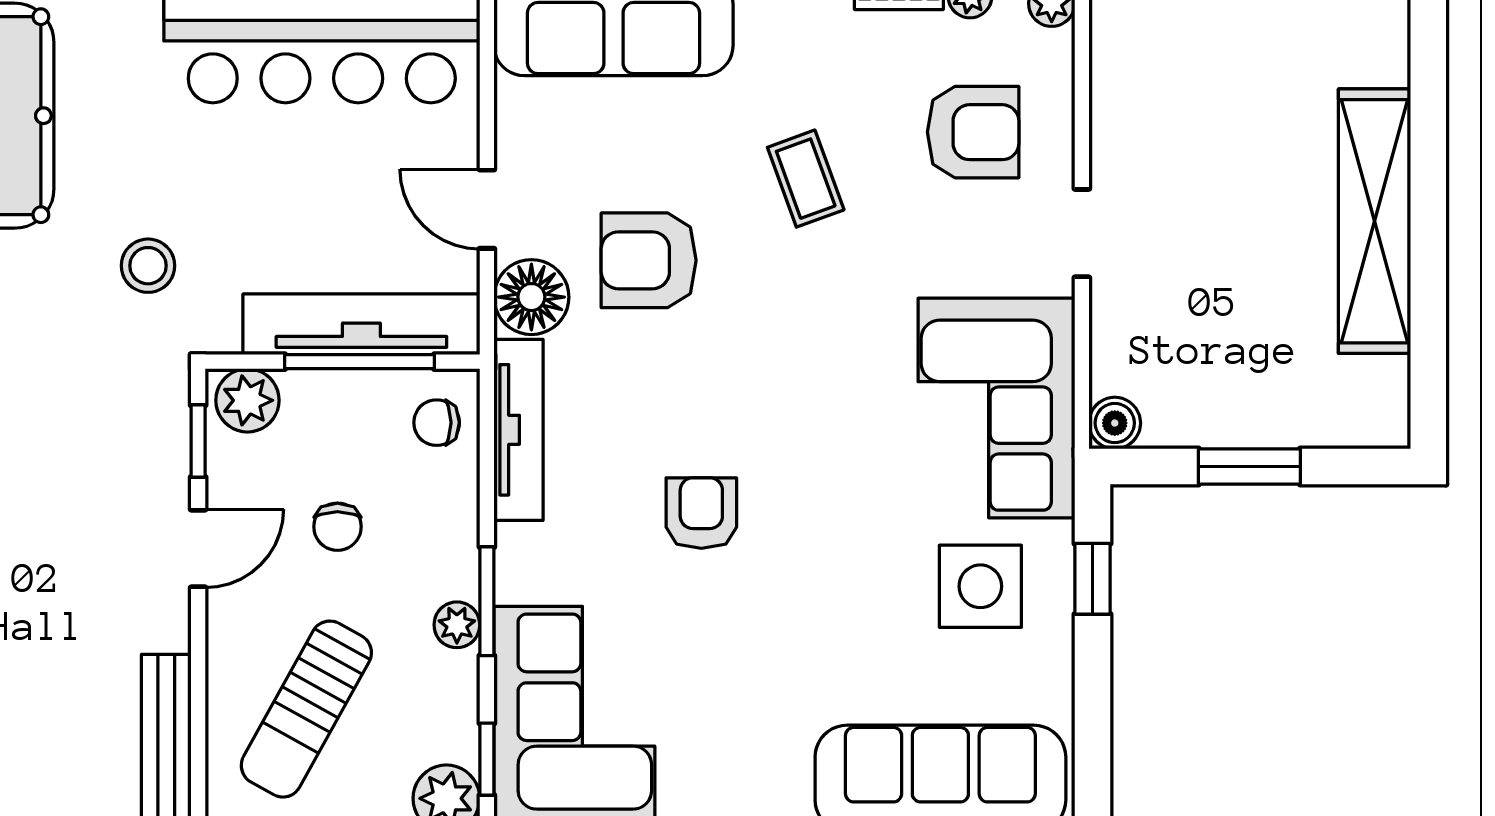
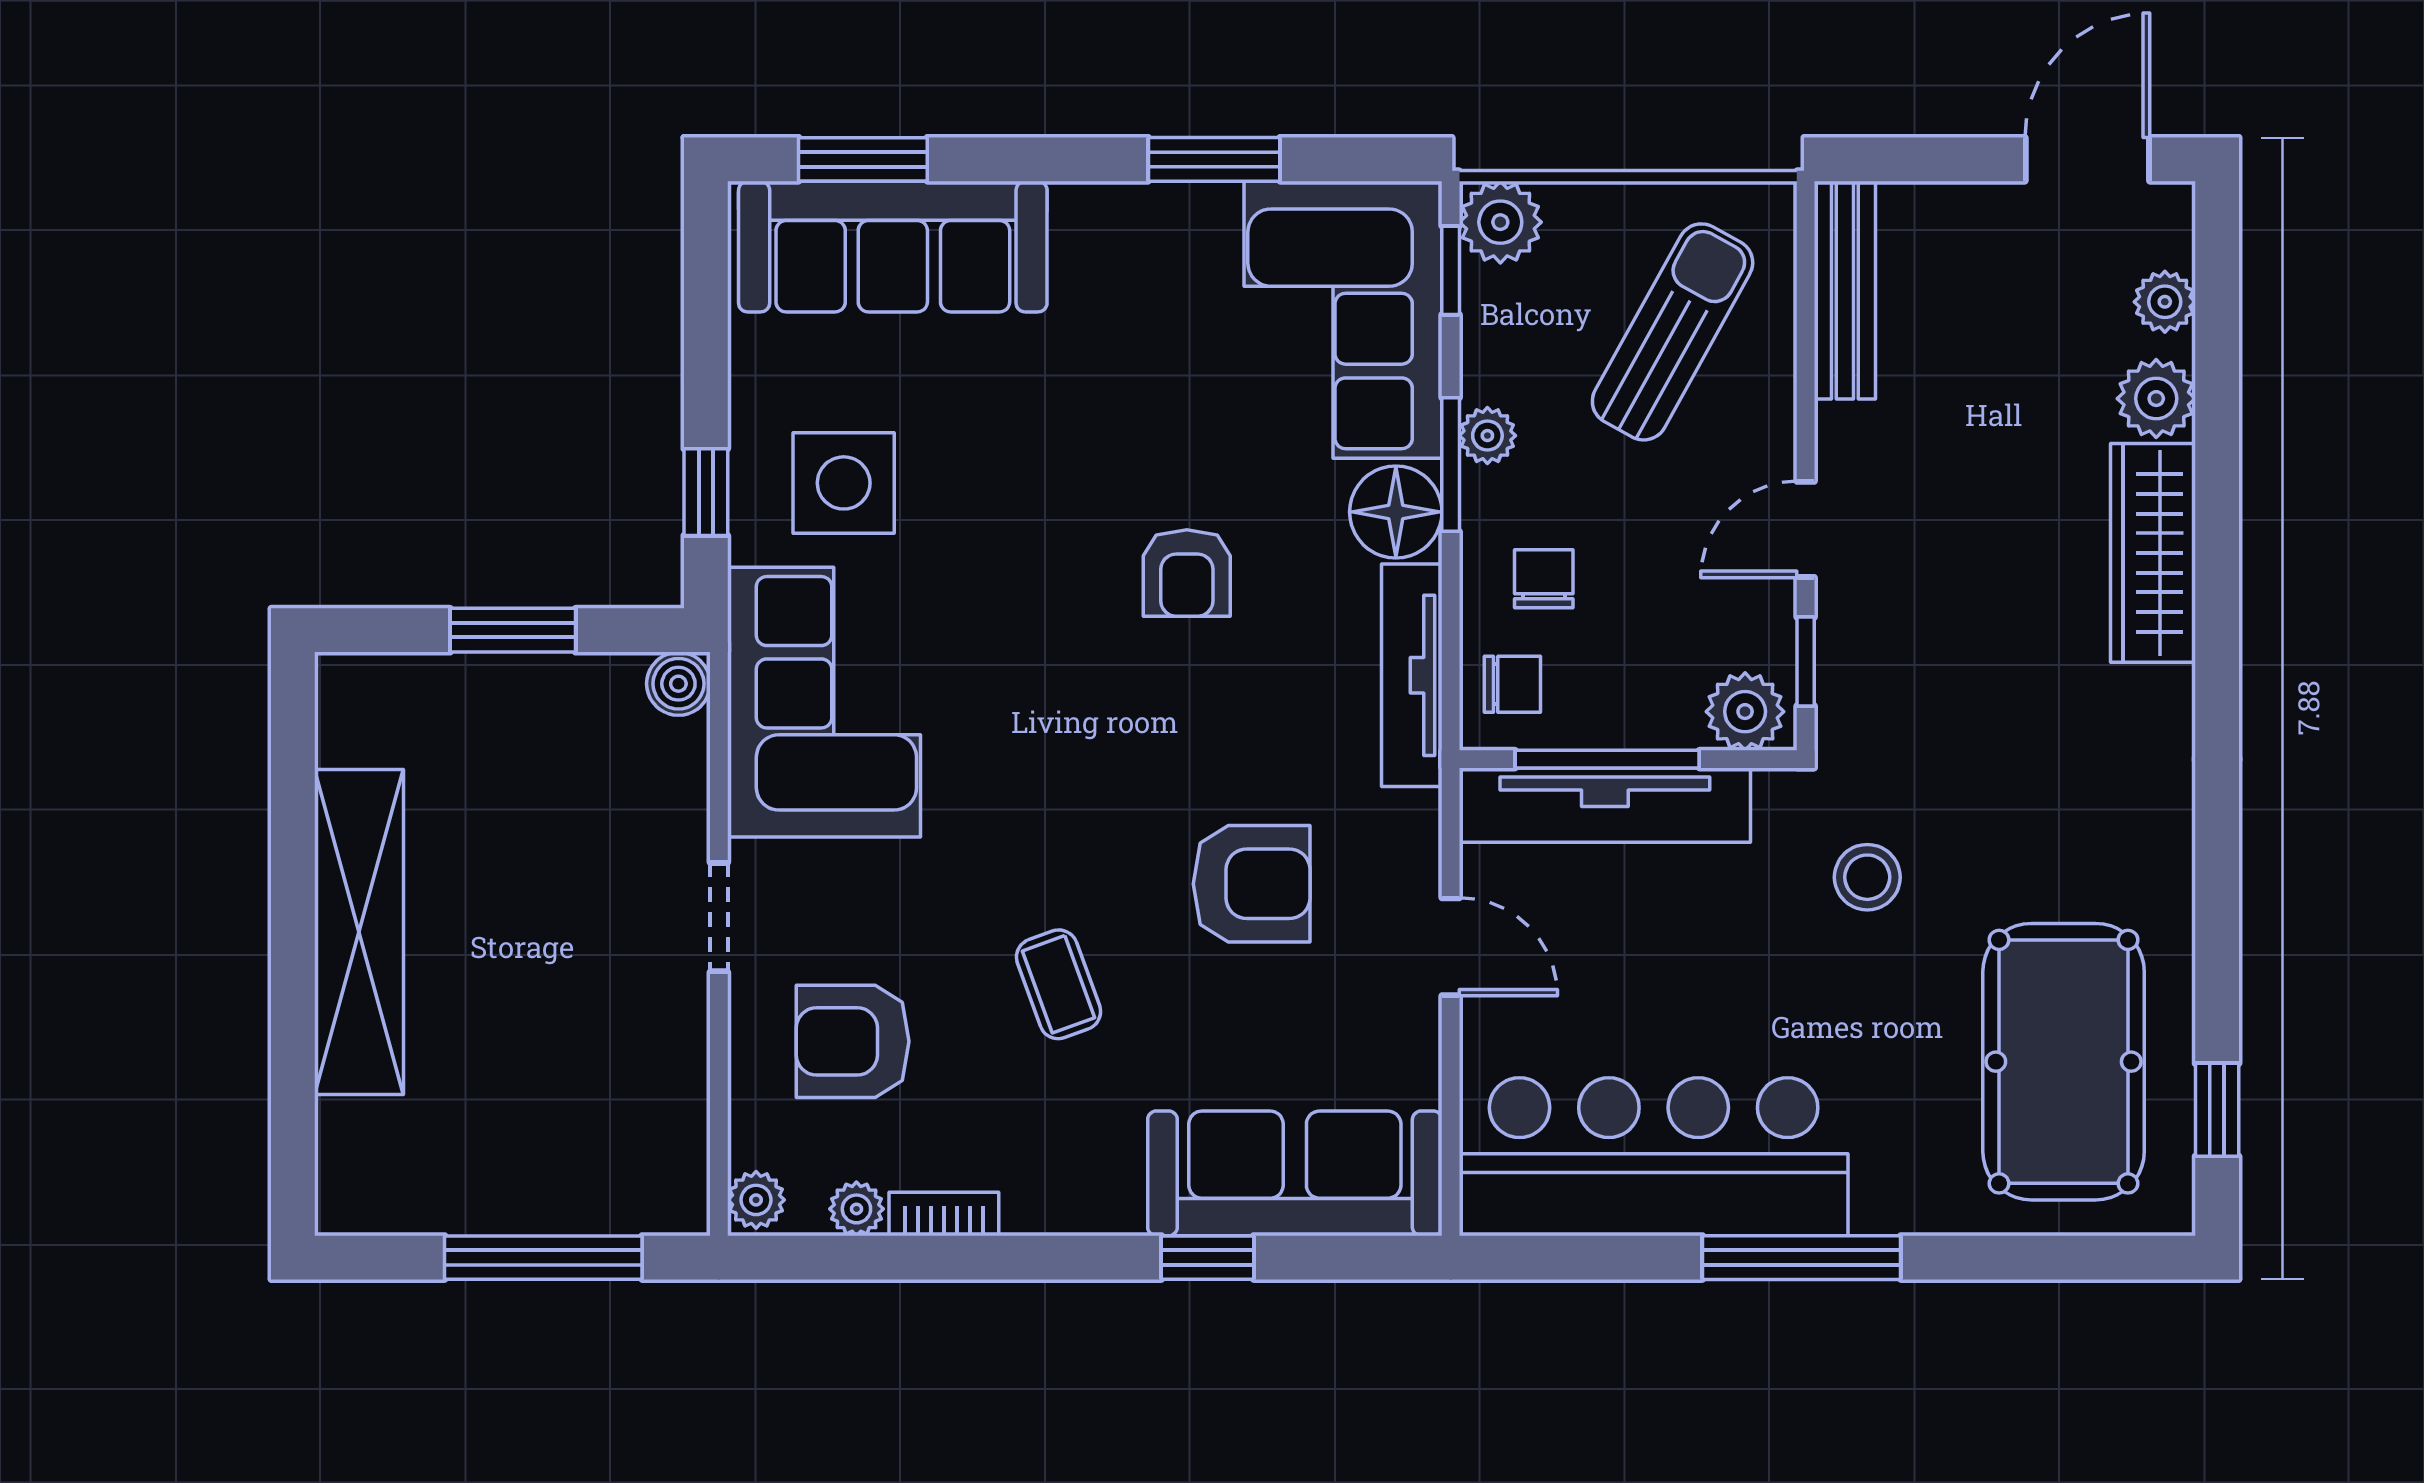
floor lamp: (531, 297) -> (1396, 512), moved
chair: (337, 527) -> (1544, 579), moved

